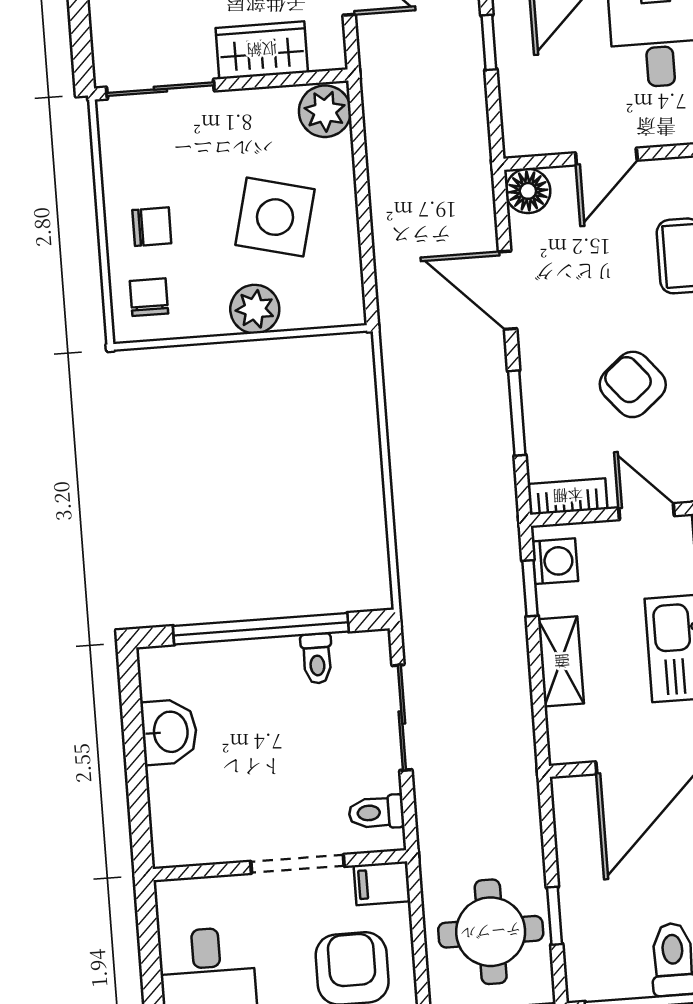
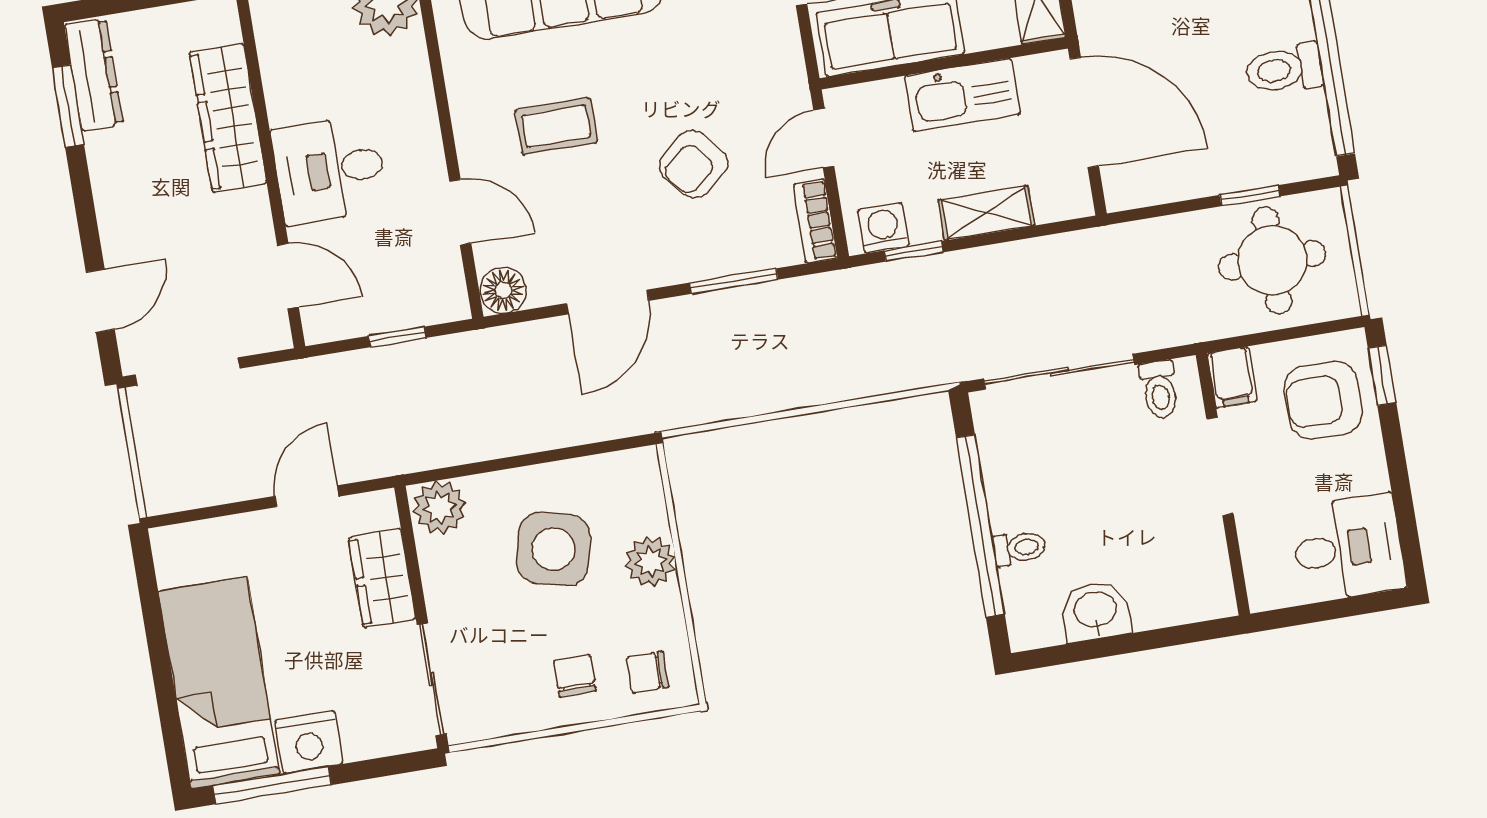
window: (489, 42) -> (397, 337), moved
toilet: (317, 659) -> (1020, 548), moved
sliding door: (402, 718) -> (1059, 372), width x1.37

